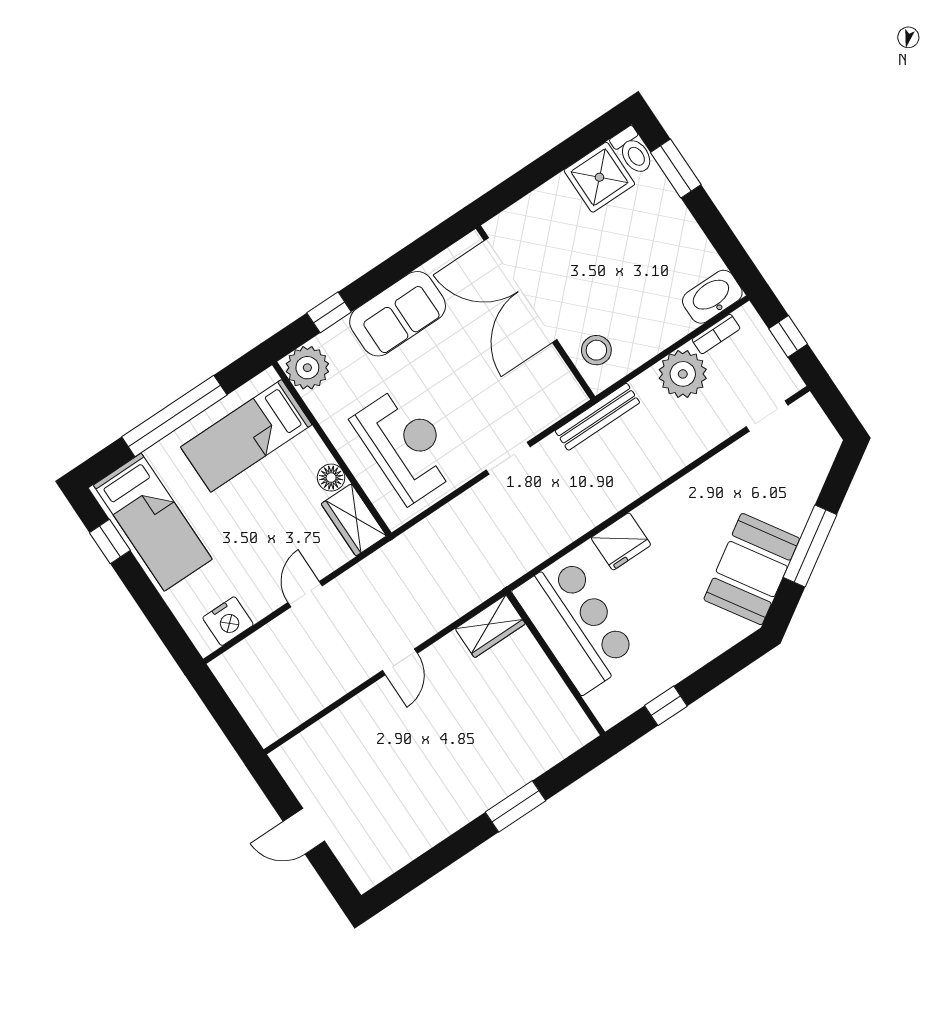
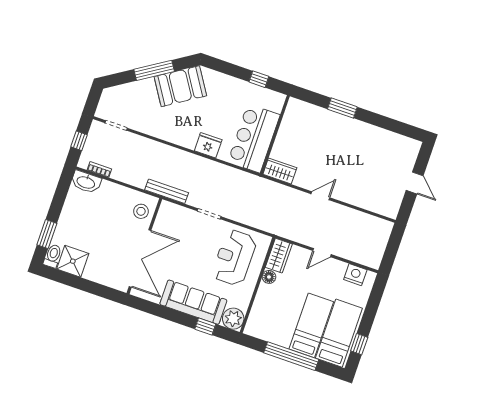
sofa: (398, 314) -> (193, 302), width x1.36
plant: (683, 374) -> (125, 171), removed
bed: (246, 436) -> (311, 325), moved, turned -90

